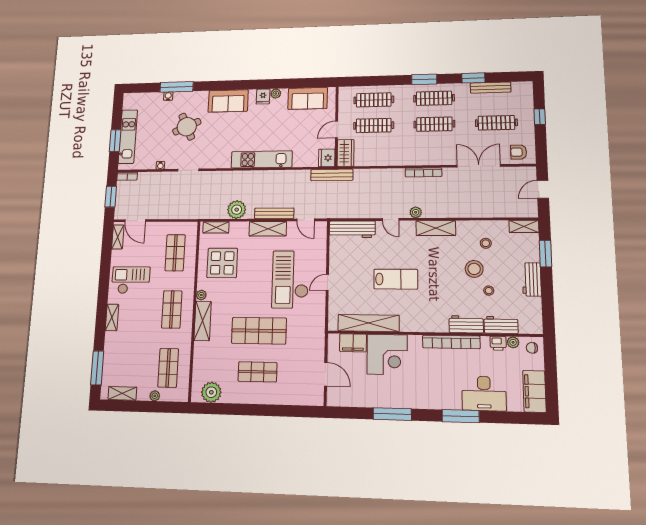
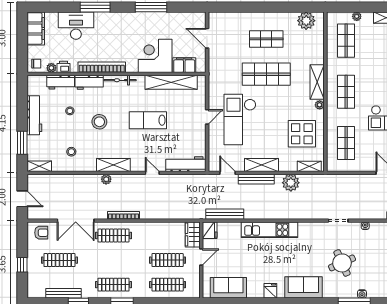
plant: (276, 94) -> (258, 293), removed
clothes rail: (434, 124) -> (114, 235), moved
bench: (332, 175) -> (225, 214), moved
door: (543, 189) -> (22, 199), hinge flipped
plant: (416, 212) -> (106, 179), moved
stool: (474, 269) -> (99, 122), moved
checkout: (290, 279) -> (240, 119), turned 180
workbench: (532, 279) -> (34, 115), width x1.37
bicycle: (429, 326) -> (120, 80), added

